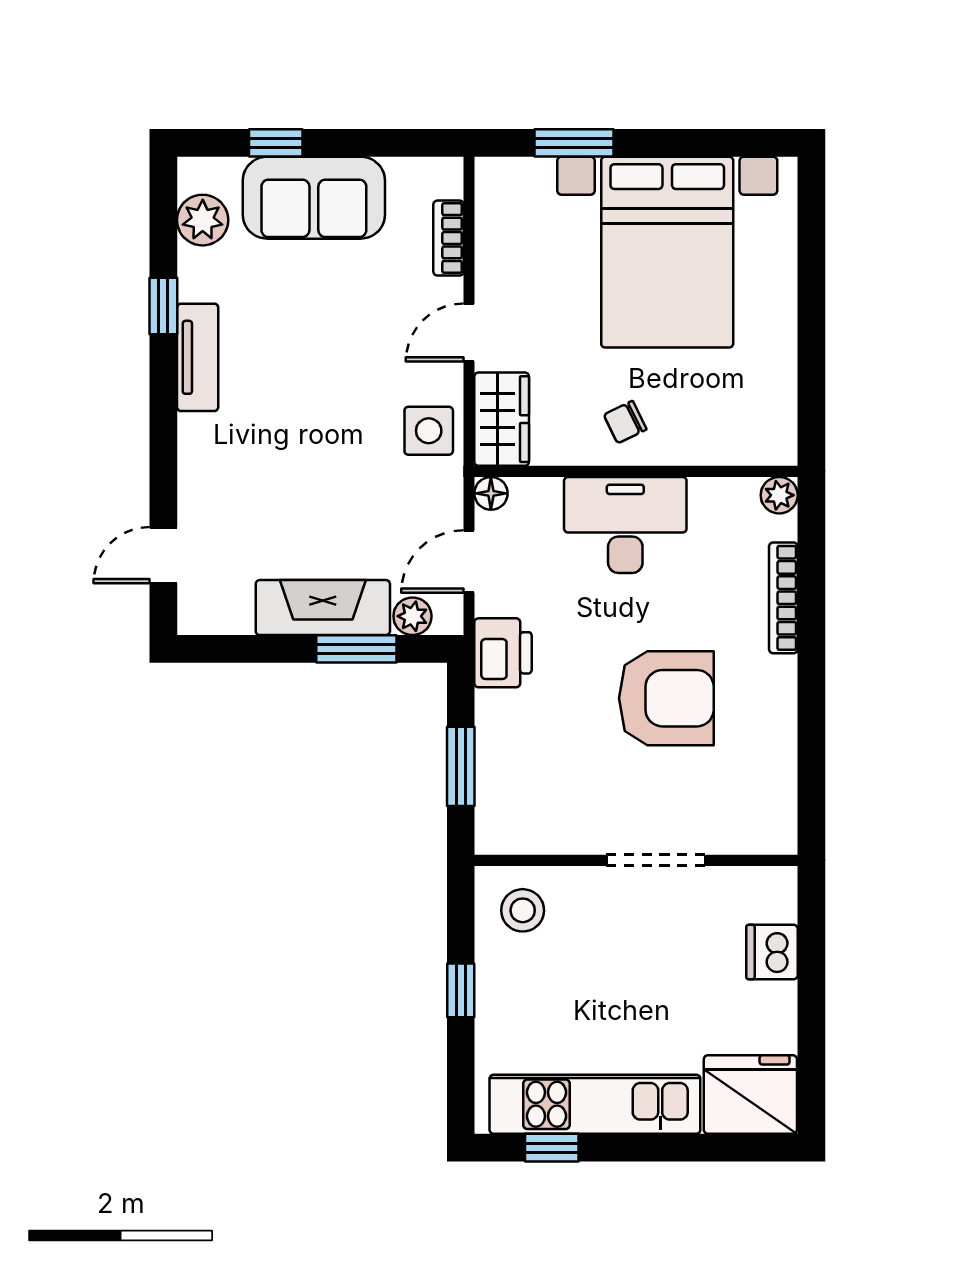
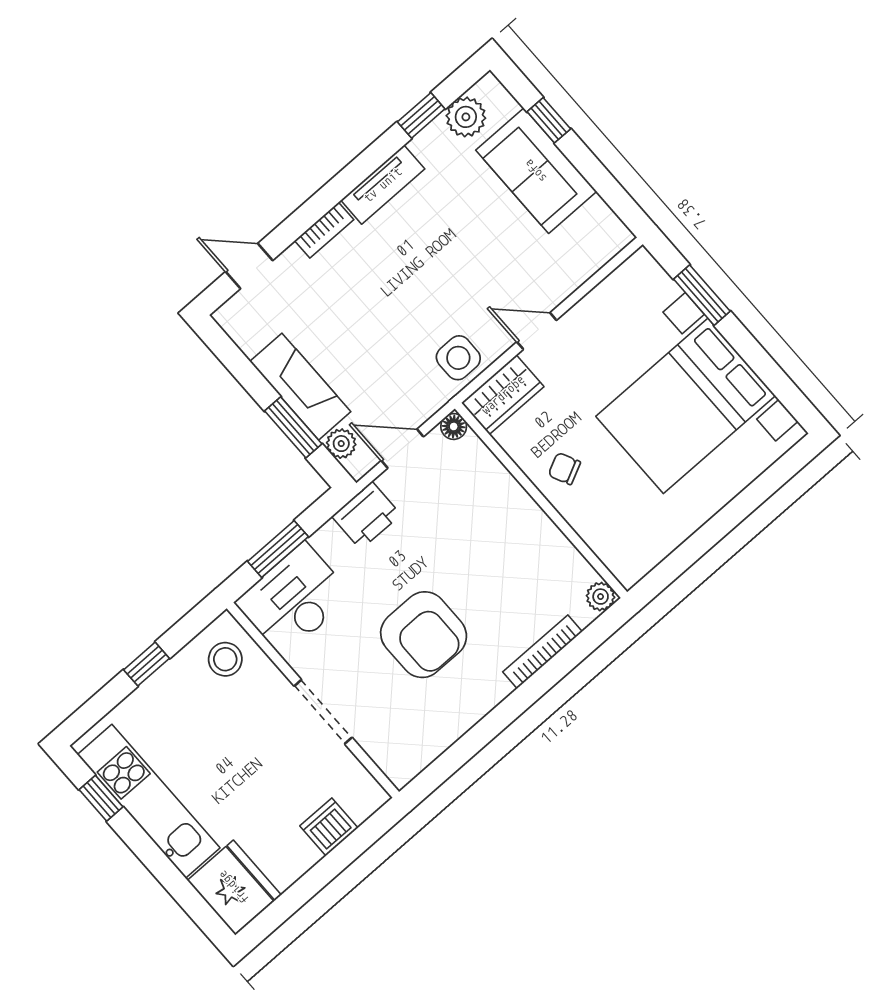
bookcase: (448, 238) -> (324, 230), moved, turned 180
window: (163, 306) -> (421, 115), moved
desk: (625, 525) -> (294, 599), moved, turned -90

